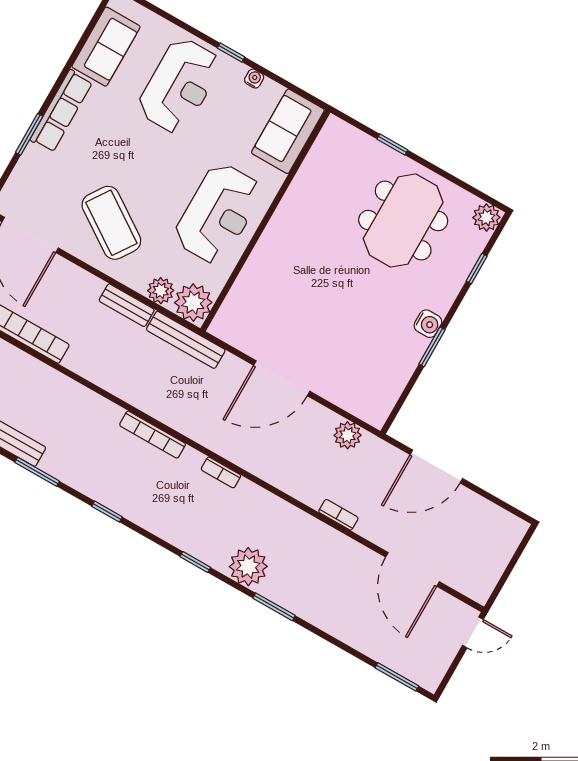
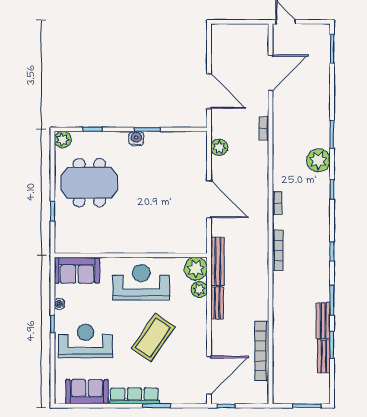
coffee table: (111, 223) -> (153, 338), moved

